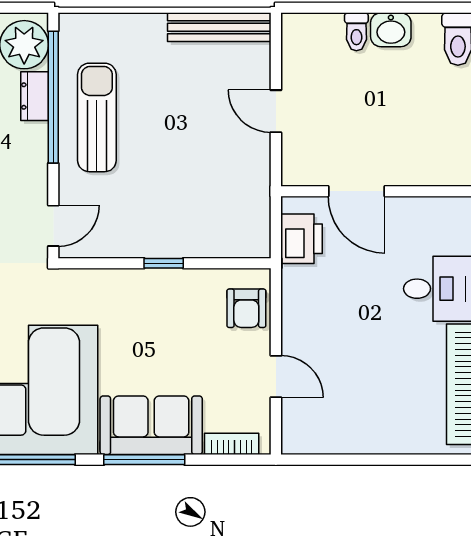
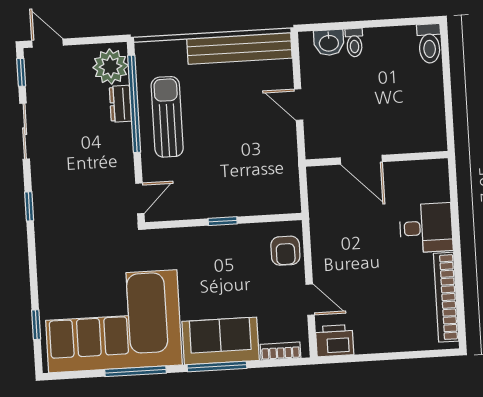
bench: (219, 27) -> (239, 48), width x1.37, depth x1.21
washbasin: (391, 30) -> (329, 43), moved
printer: (301, 239) -> (335, 341), moved, turned -90

